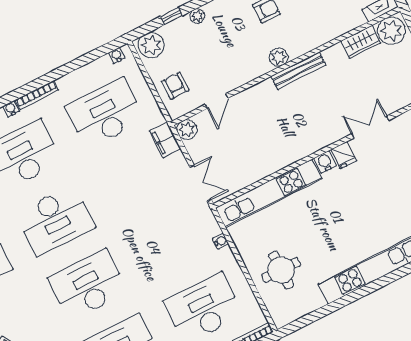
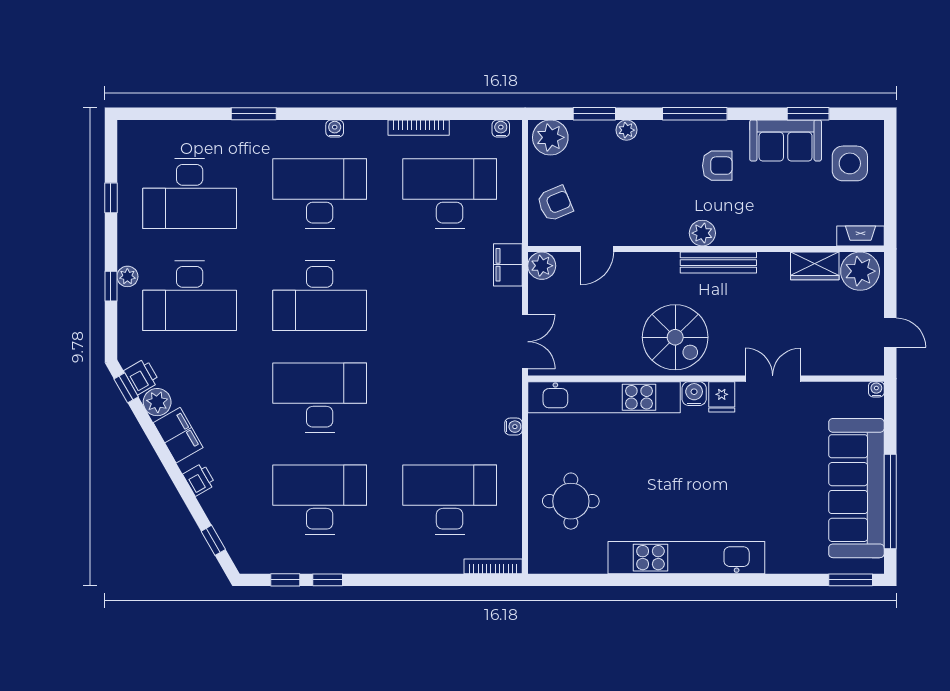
window: (171, 16) -> (594, 114), width x1.50
armchair: (175, 86) -> (555, 203), turned 67
bookcase: (37, 95) -> (419, 128), moved
spiral stairs: (295, 132) -> (675, 337), added

